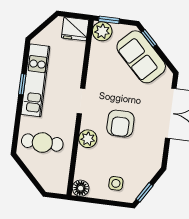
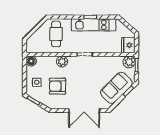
armchair: (120, 124) -> (58, 86), moved

